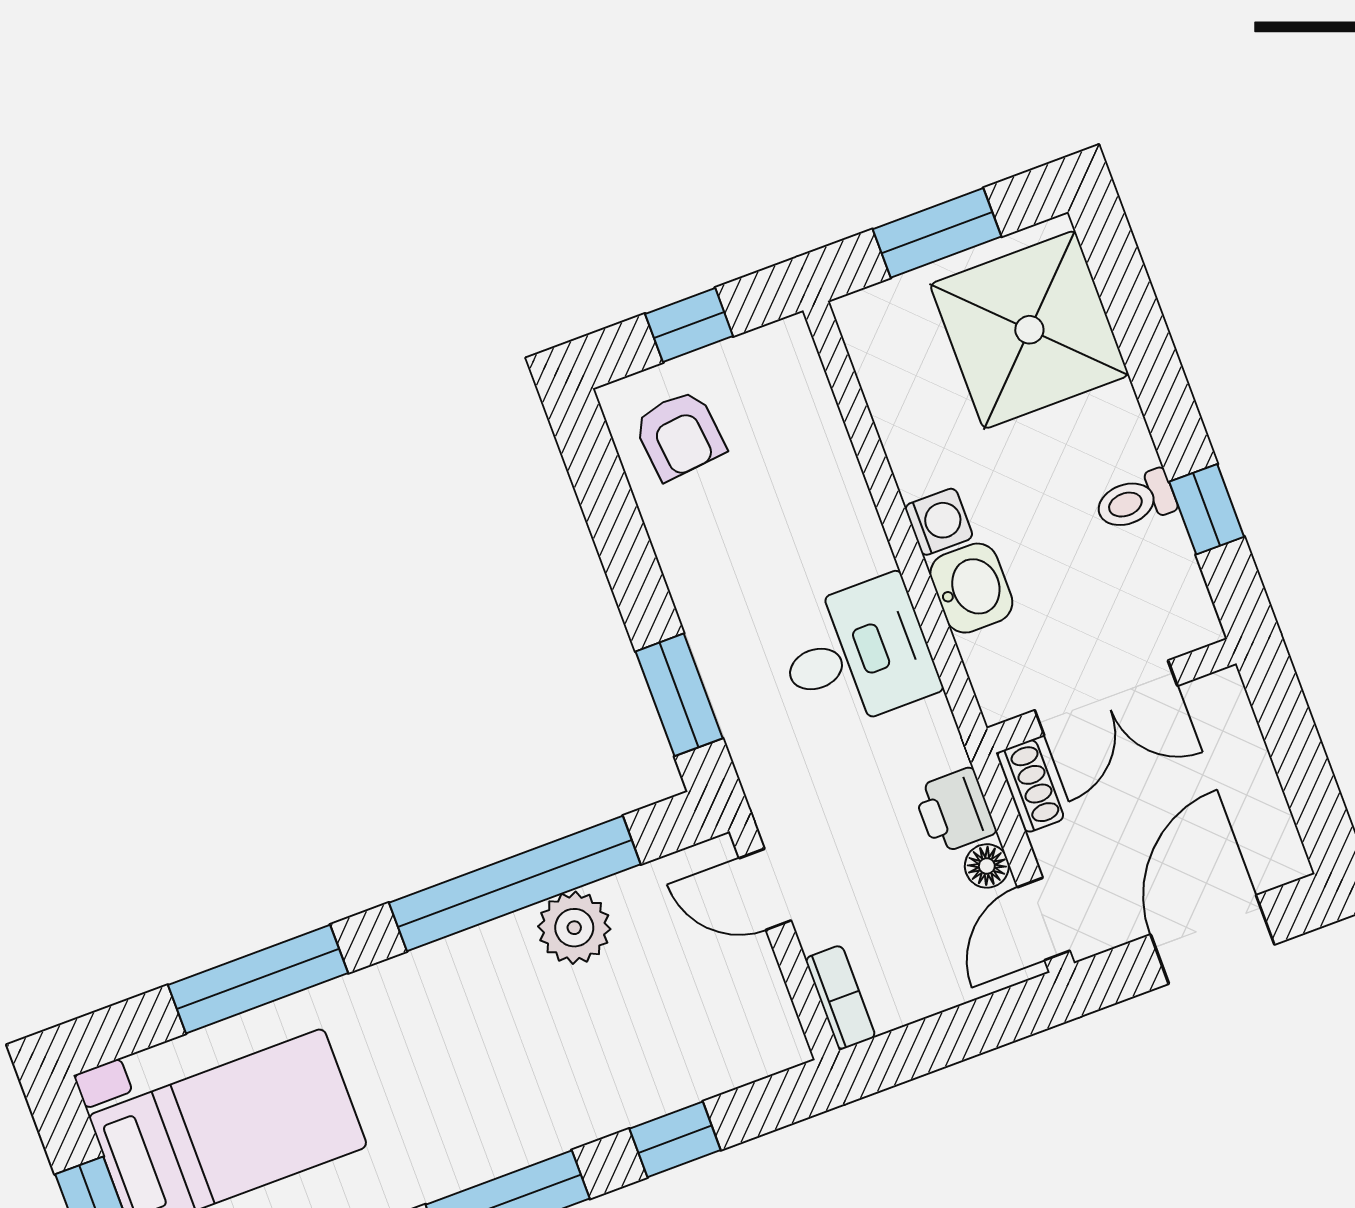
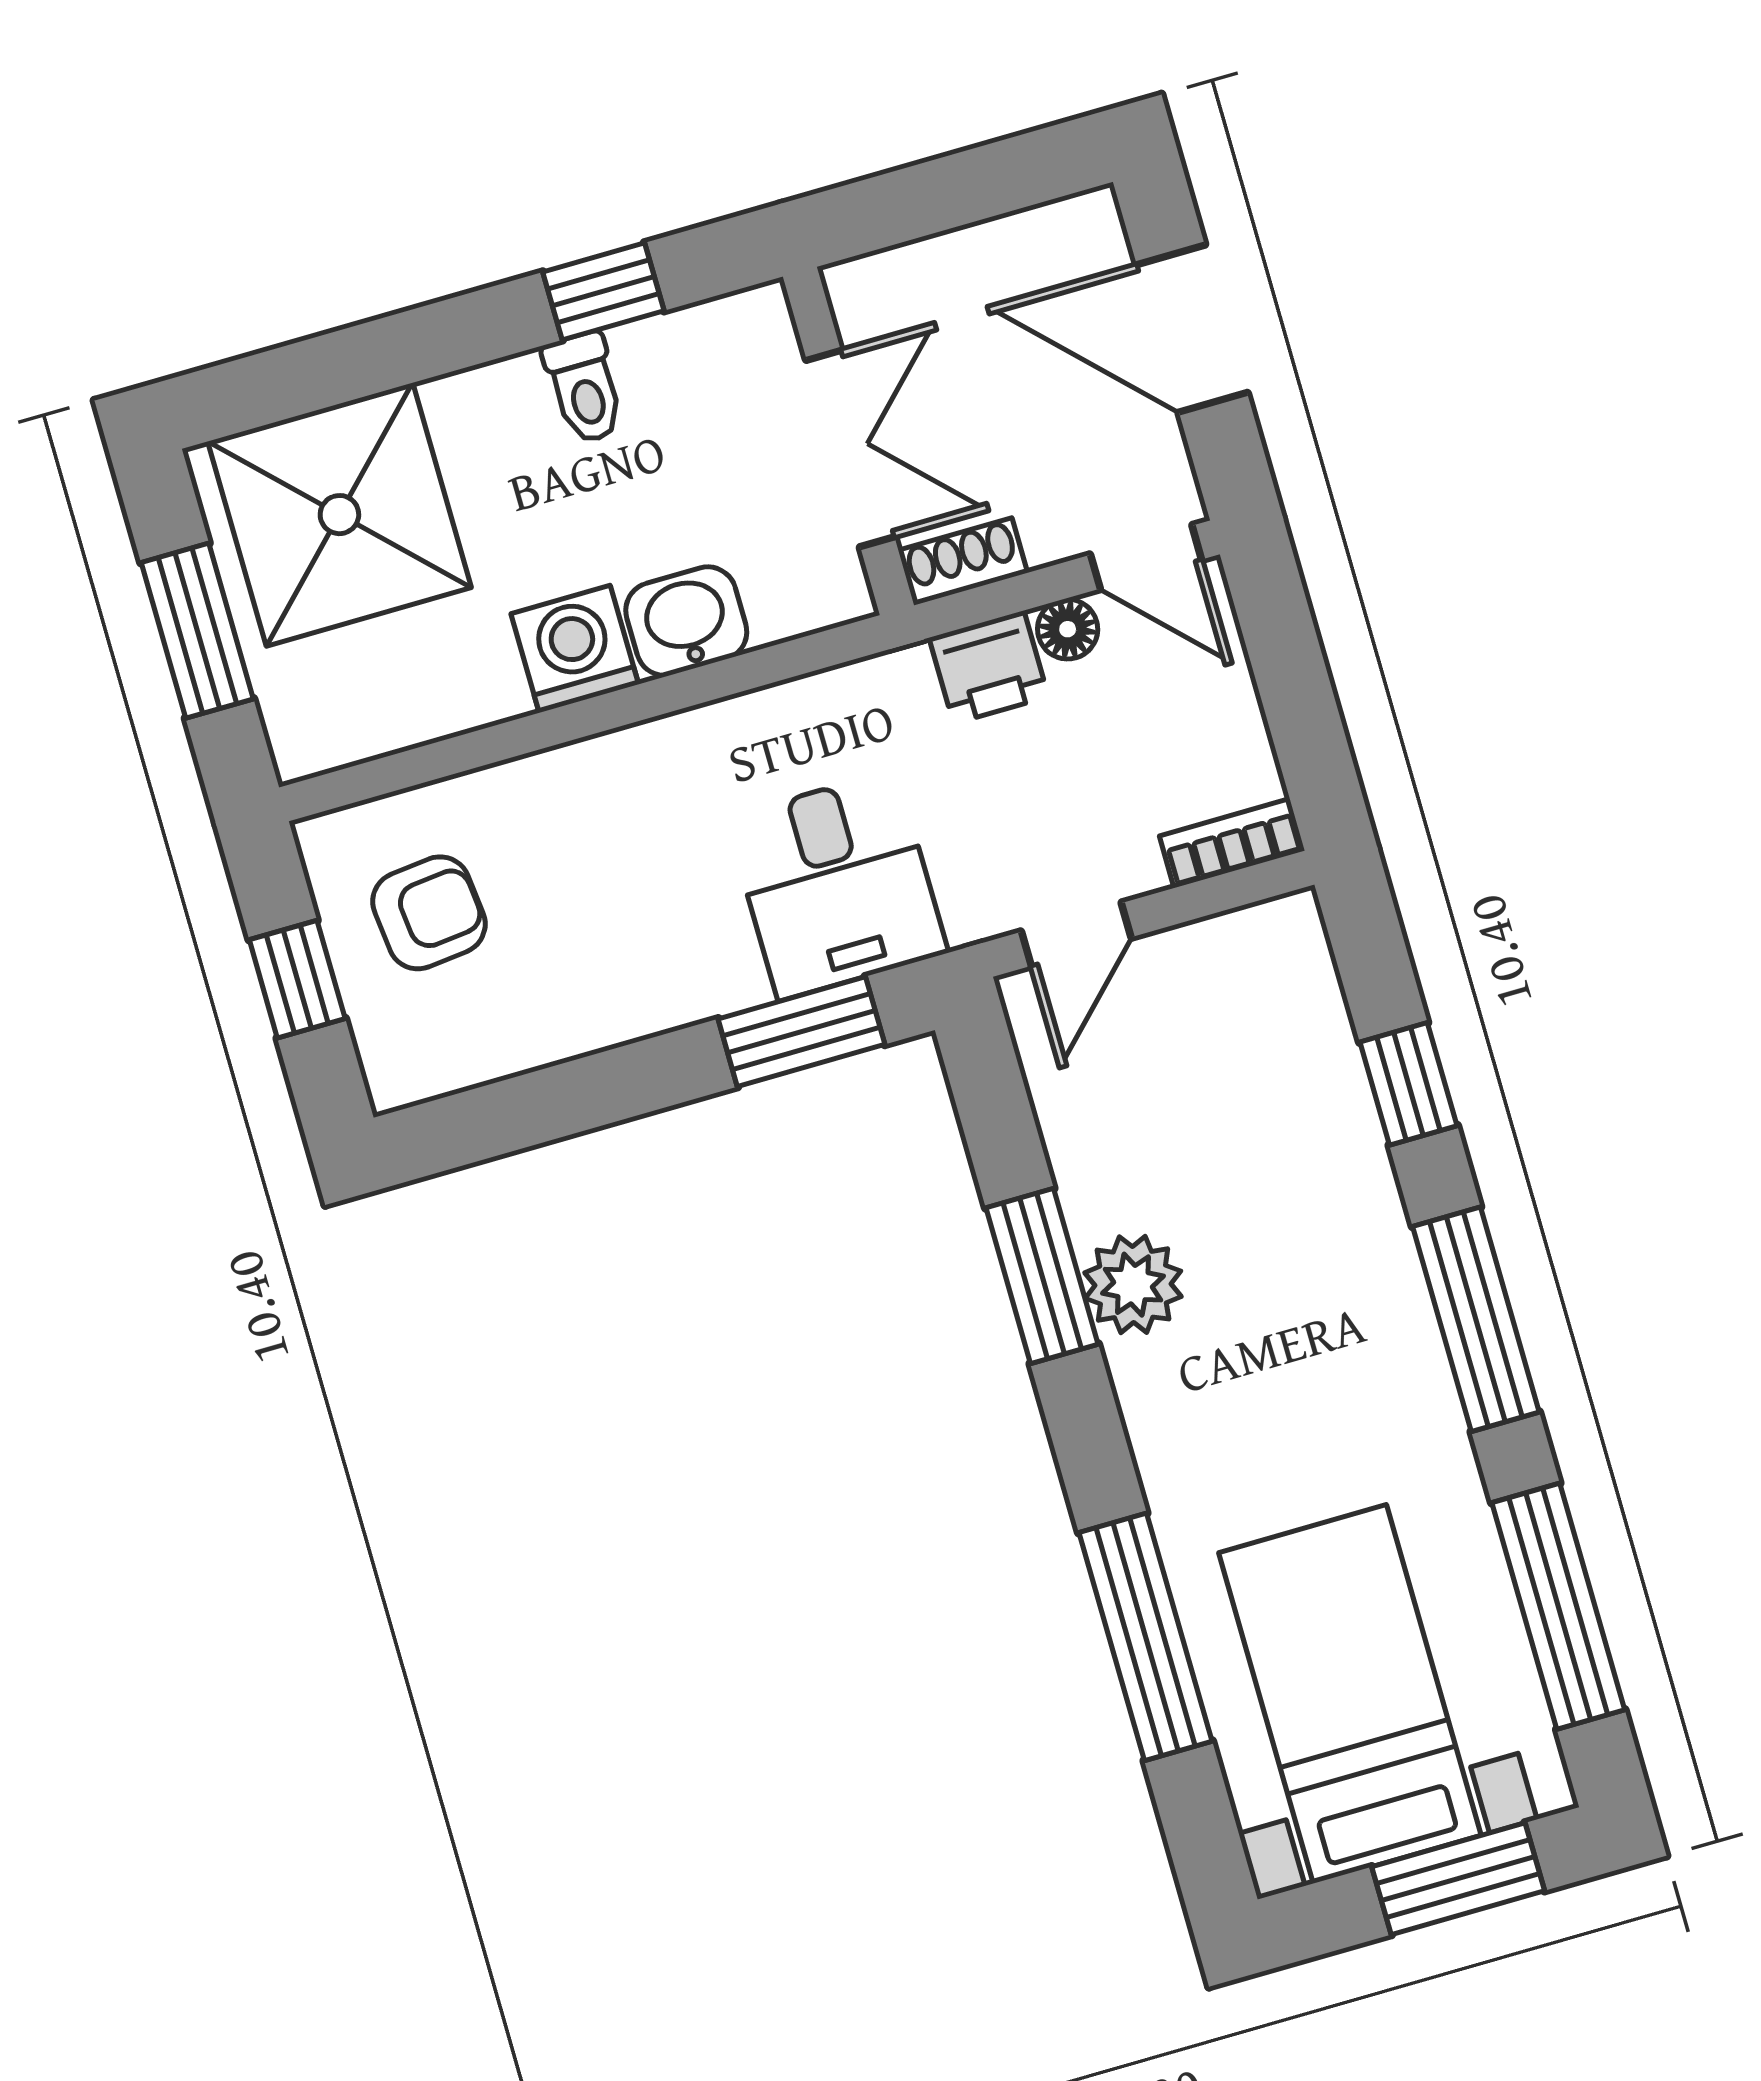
armchair: (679, 435) -> (429, 913), moved
washing machine: (939, 522) -> (575, 649), width x1.38, depth x1.38
desk: (857, 654) -> (837, 885), moved, turned 180
window: (515, 884) -> (1042, 1276), width x0.47
plant: (574, 928) -> (1133, 1285), moved

